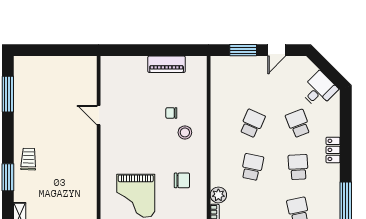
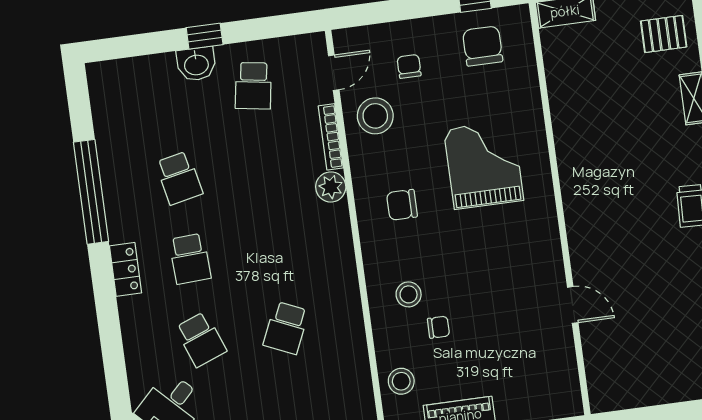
stool: (195, 87) -> (401, 381), added
locker: (333, 150) -> (125, 269), moved
school desk: (252, 167) -> (275, 247), removed

